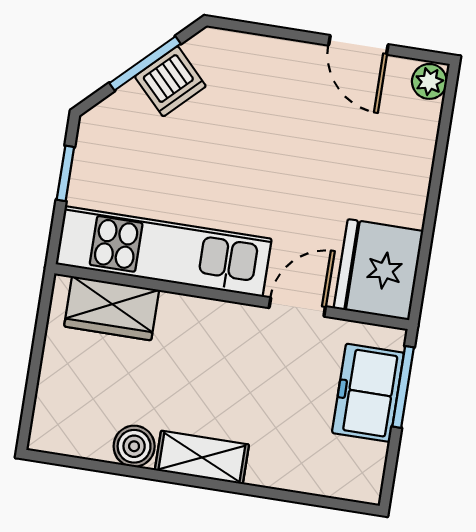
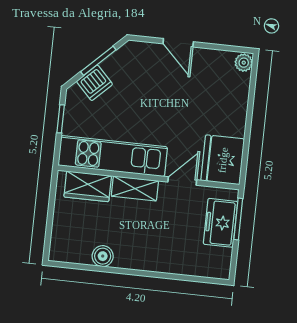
door: (358, 45) -> (178, 43), moved
dishwasher: (170, 81) -> (95, 83), moved
shelving: (202, 457) -> (135, 189), moved

